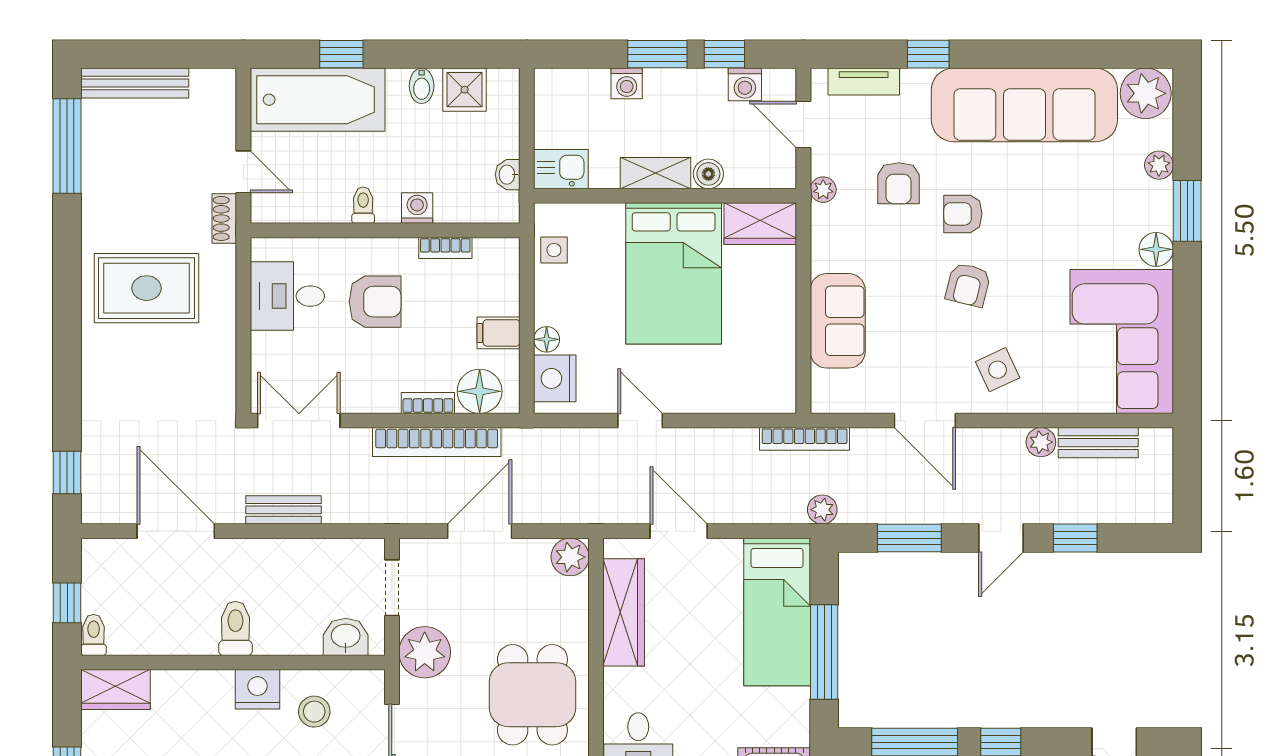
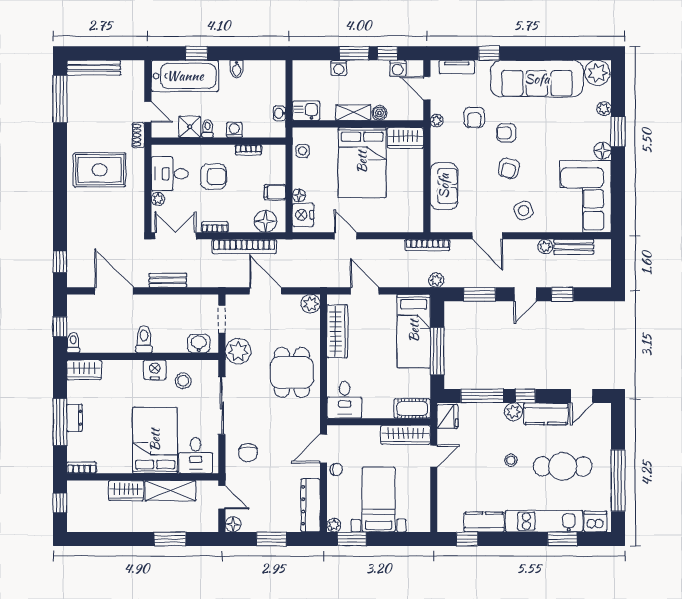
shower: (465, 90) -> (190, 127), moved
plant: (264, 347) -> (158, 199), added
bookcase: (428, 403) -> (215, 227), moved
door: (480, 531) -> (266, 291), hinge flipped

